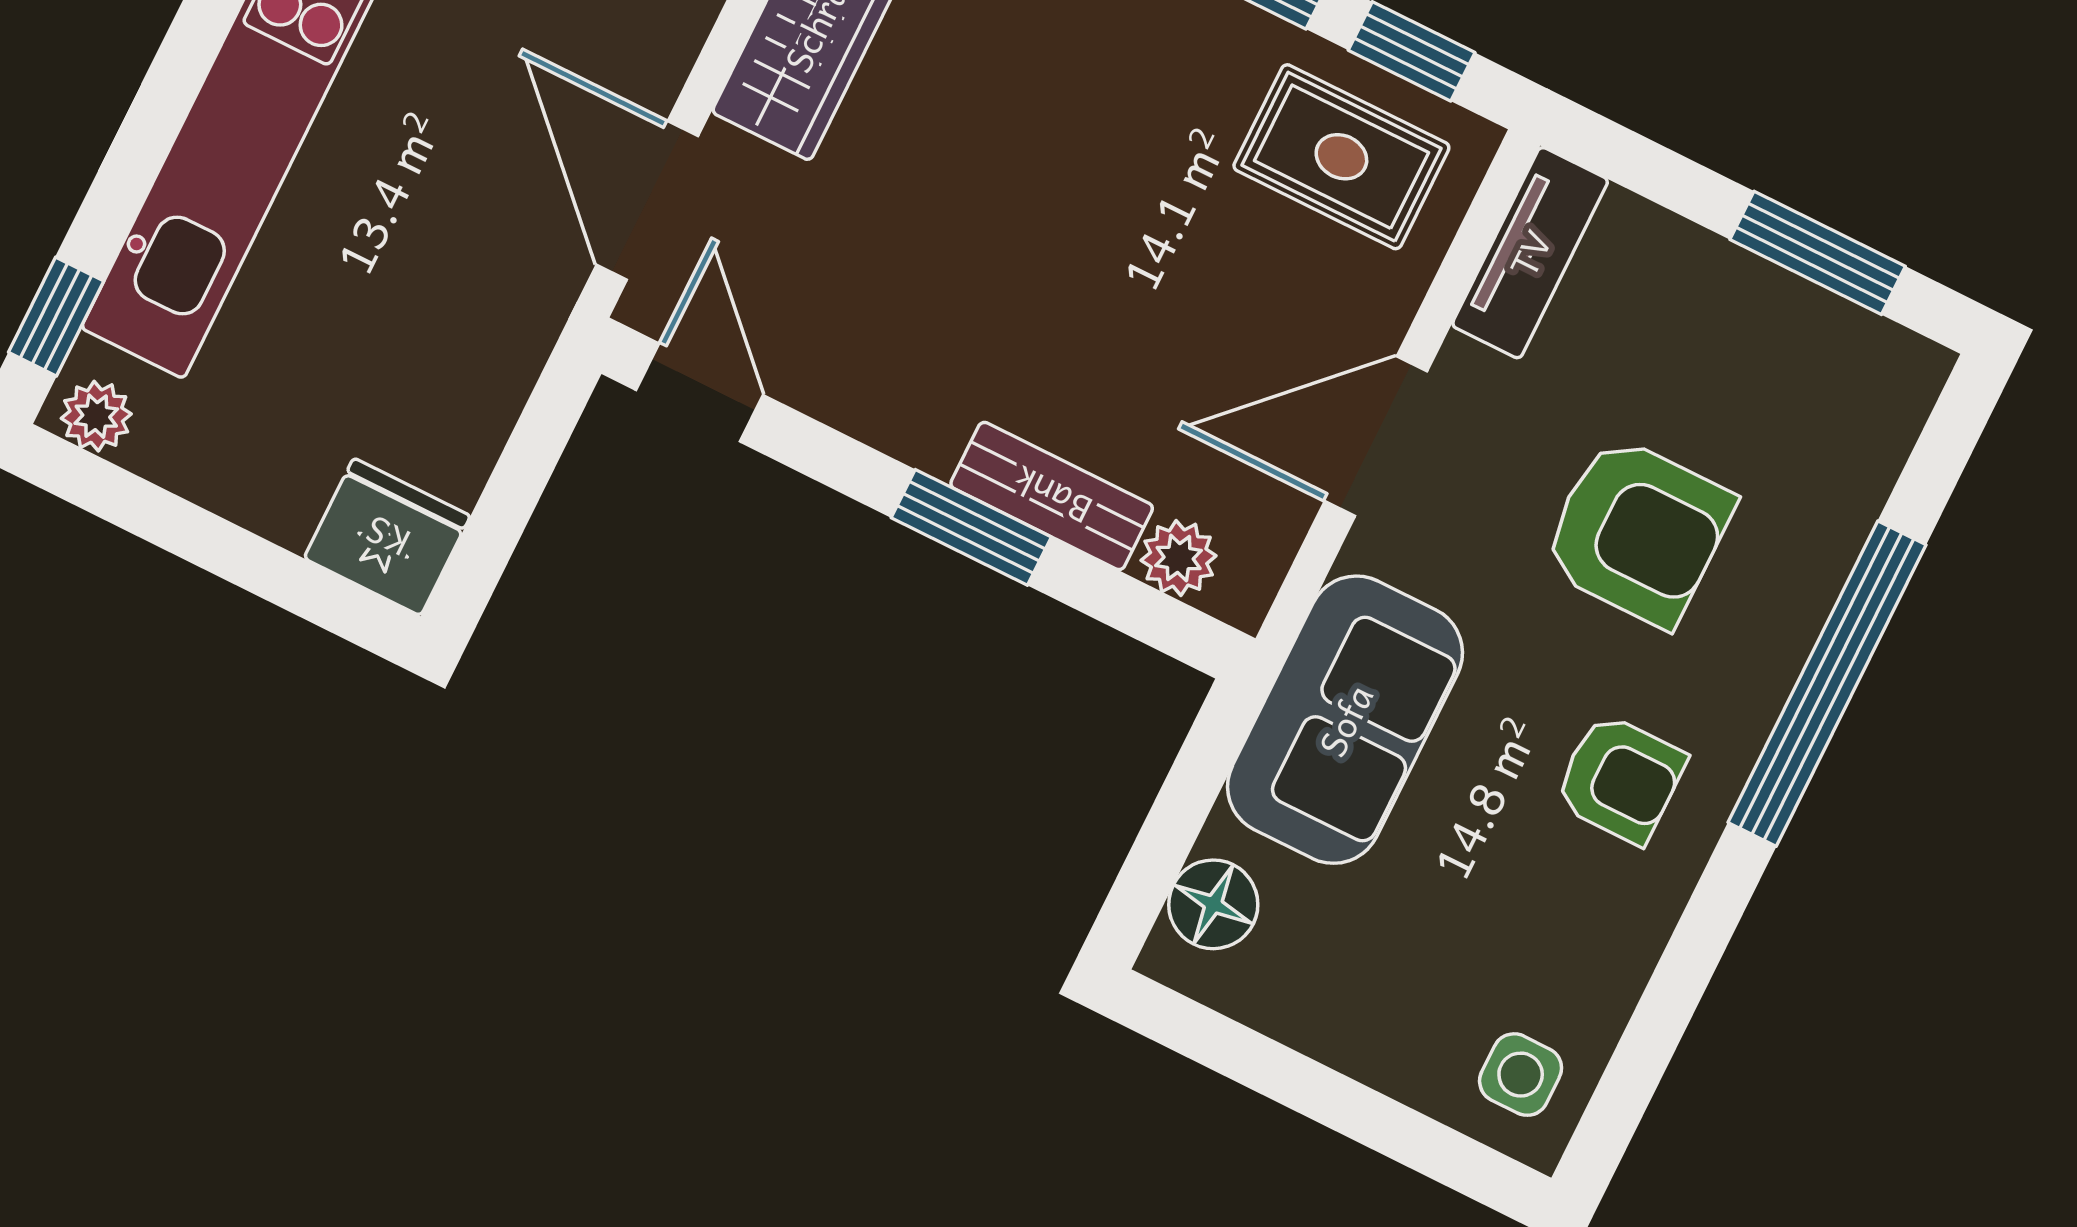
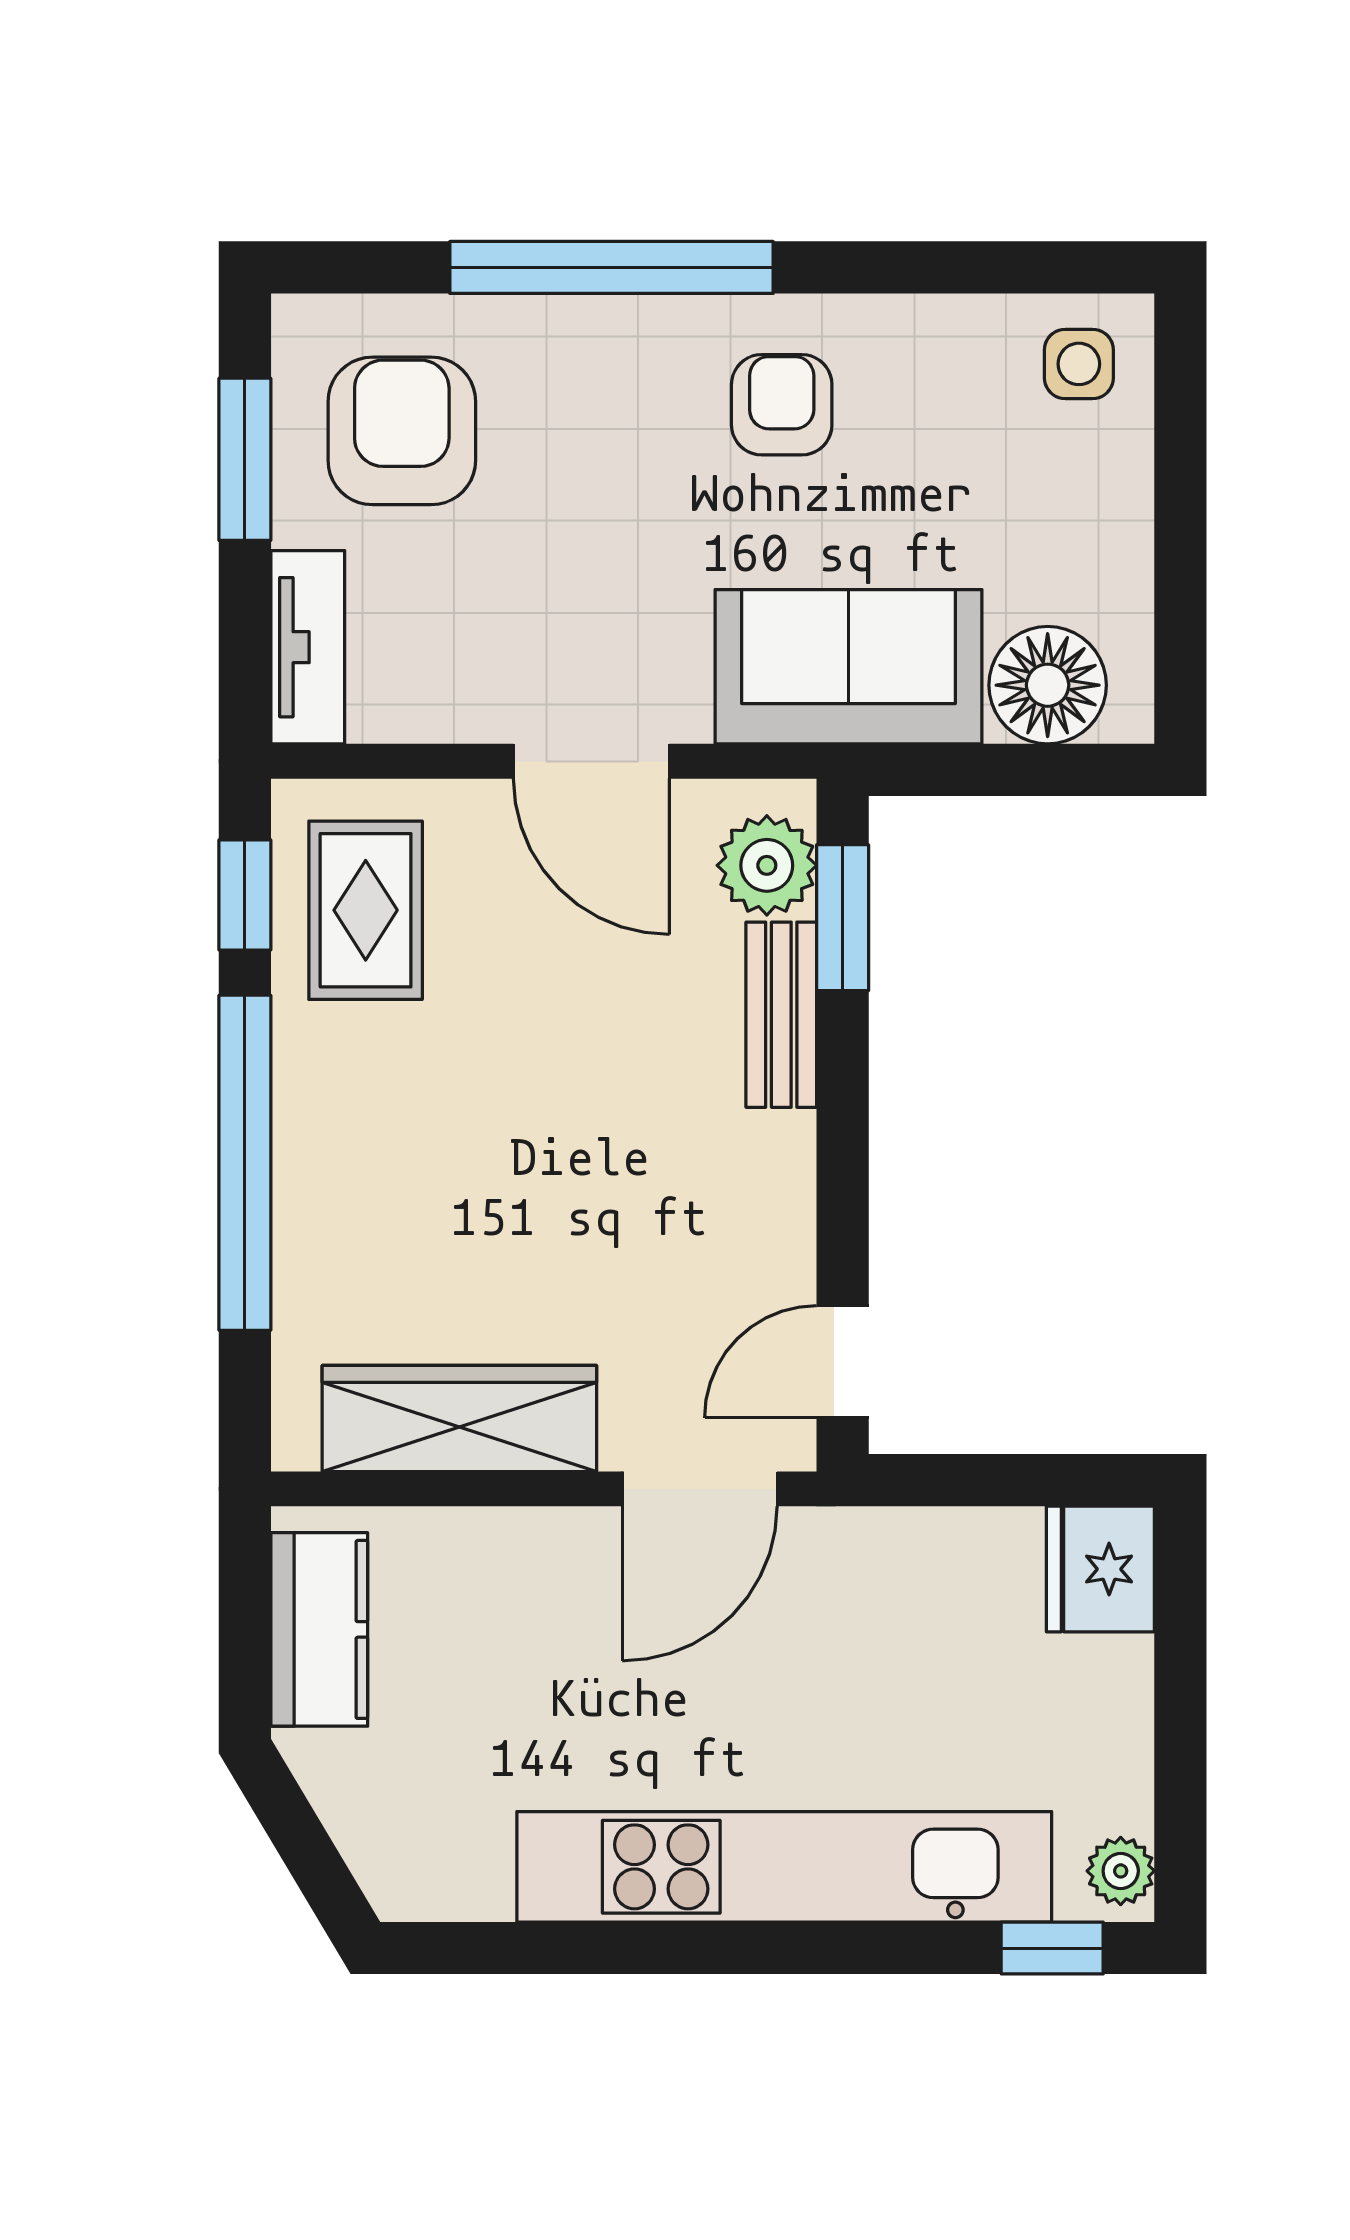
tv unit: (1530, 253) -> (308, 647), moved, turned 90
window: (971, 527) -> (843, 918), moved
armchair: (1638, 531) -> (402, 431), moved
plant: (1179, 558) -> (767, 865), width x1.38, depth x1.38
floor lamp: (1213, 904) -> (1048, 685), width x1.38, depth x1.38

